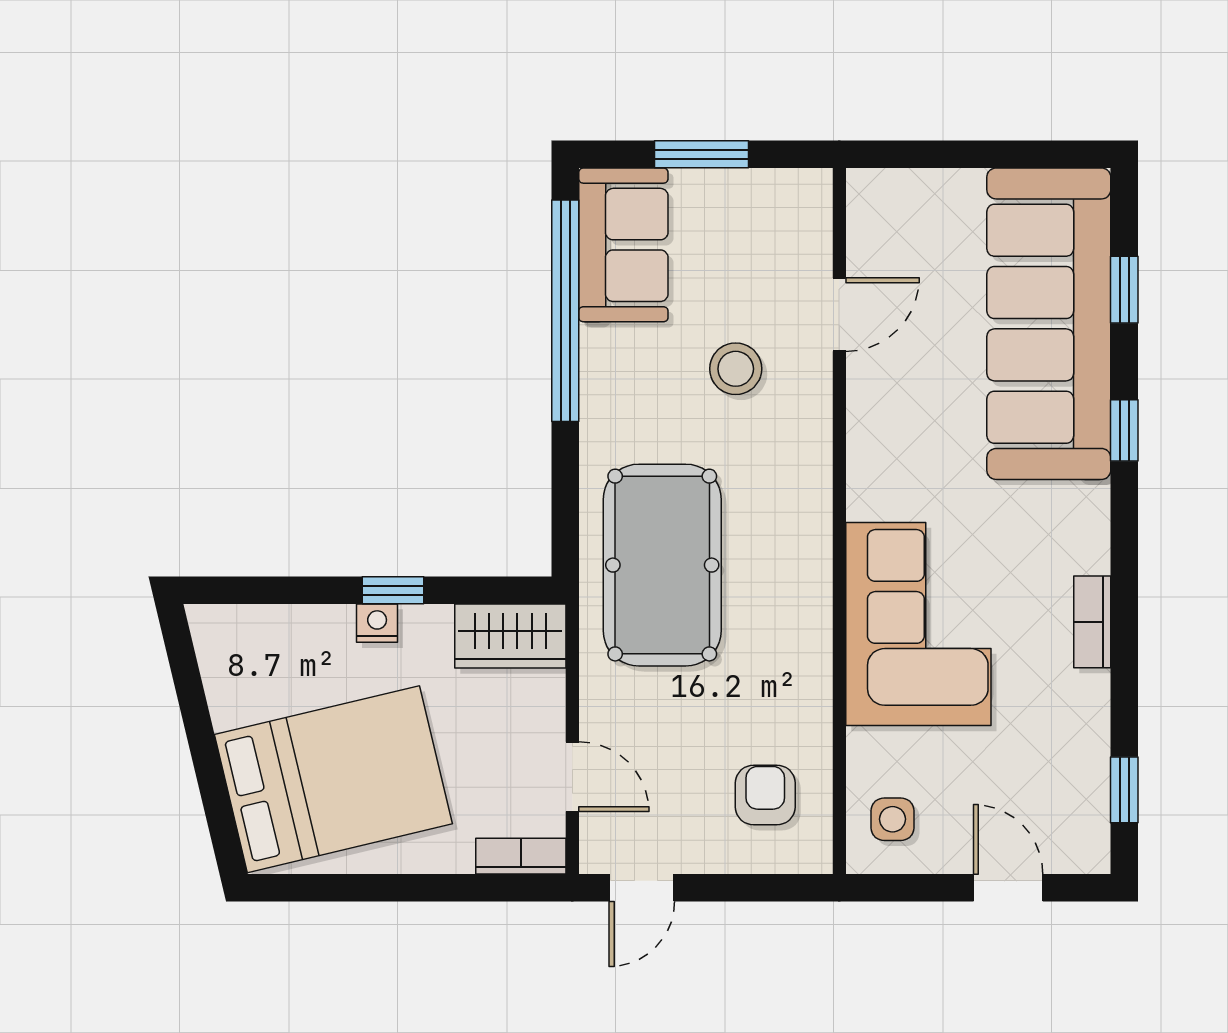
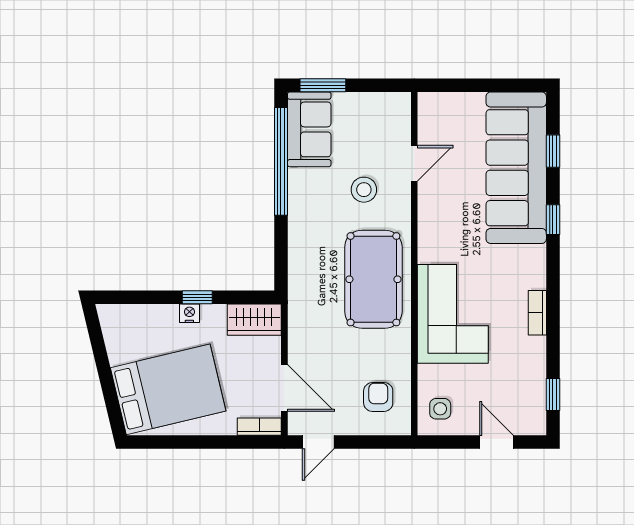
window: (701, 154) -> (323, 85), moved
pool table: (662, 565) -> (373, 279), moved
door: (572, 777) -> (284, 388), width x1.38

